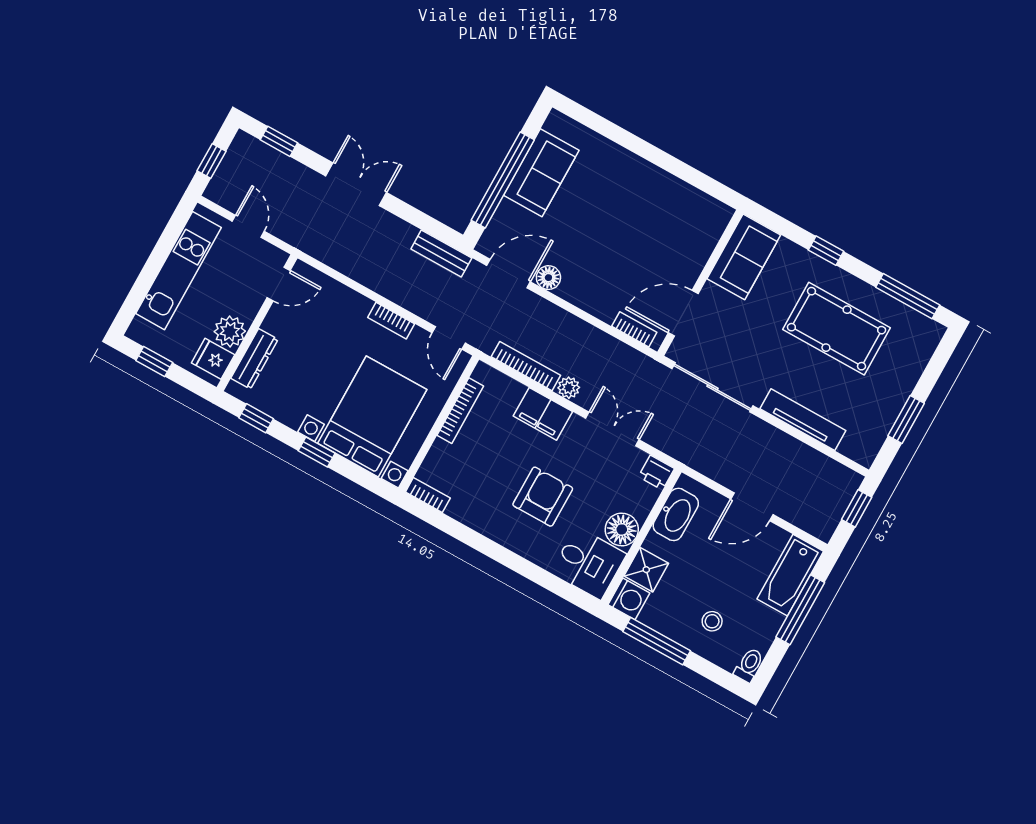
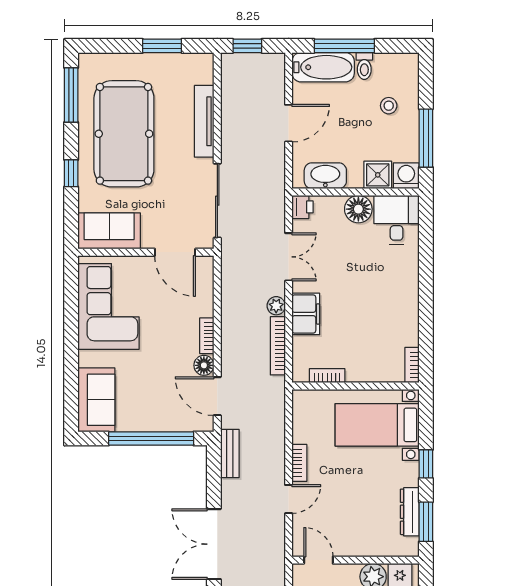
sofa: (541, 173) -> (96, 400), moved, turned 90
double door: (356, 184) -> (214, 544), width x1.37
corner sofa: (665, 212) -> (108, 306), added
bookcase: (634, 329) -> (207, 336), moved
pool table: (837, 329) -> (124, 134), width x1.36, depth x1.32
door: (449, 338) -> (289, 499), moved
dresser: (254, 359) -> (410, 512), moved, turned -90
bookcase: (460, 411) -> (327, 376), width x0.64
bed with nightstands: (372, 416) -> (377, 425), width x0.73
window: (256, 418) -> (426, 522), width x1.50
double door: (612, 429) -> (289, 257), swing flipped
armchair: (543, 497) -> (366, 280), removed
door: (752, 507) -> (289, 123), hinge flipped
toilet: (749, 665) -> (364, 66), moved, turned -90

